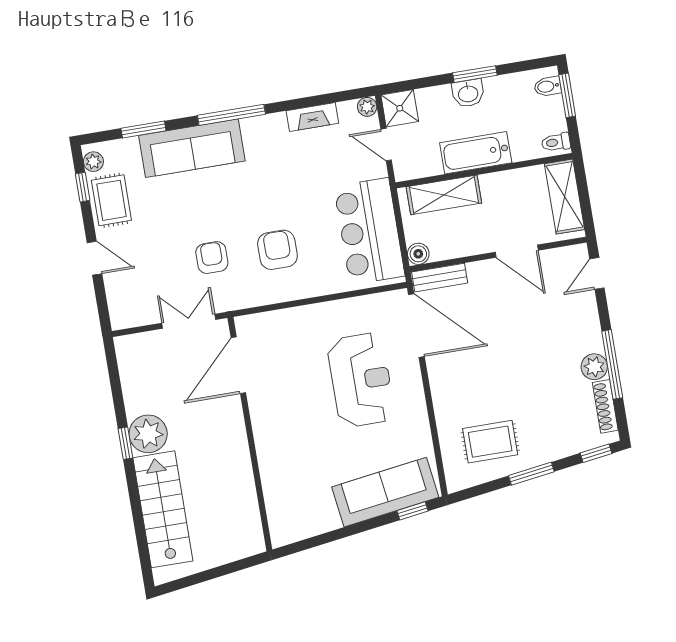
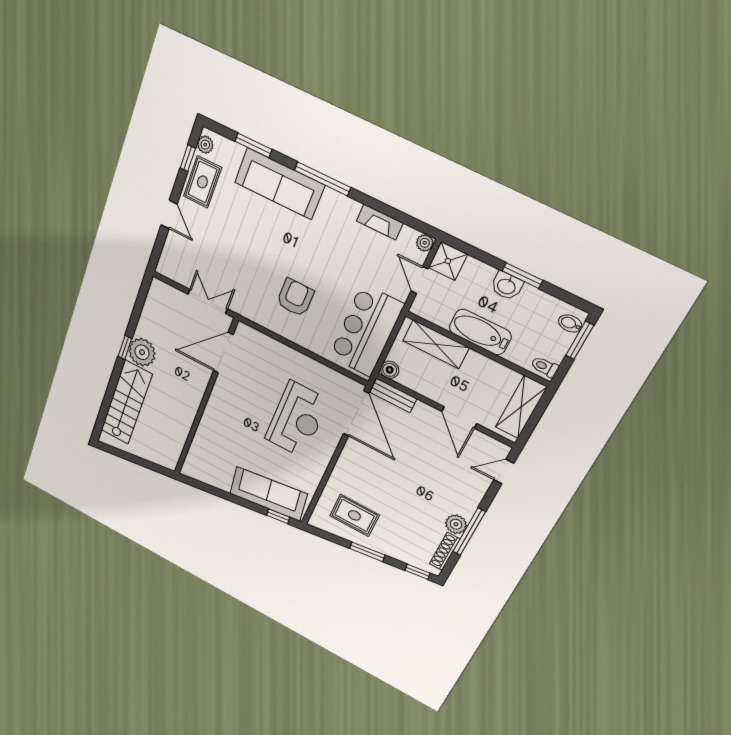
armchair: (212, 258) -> (248, 271), removed

